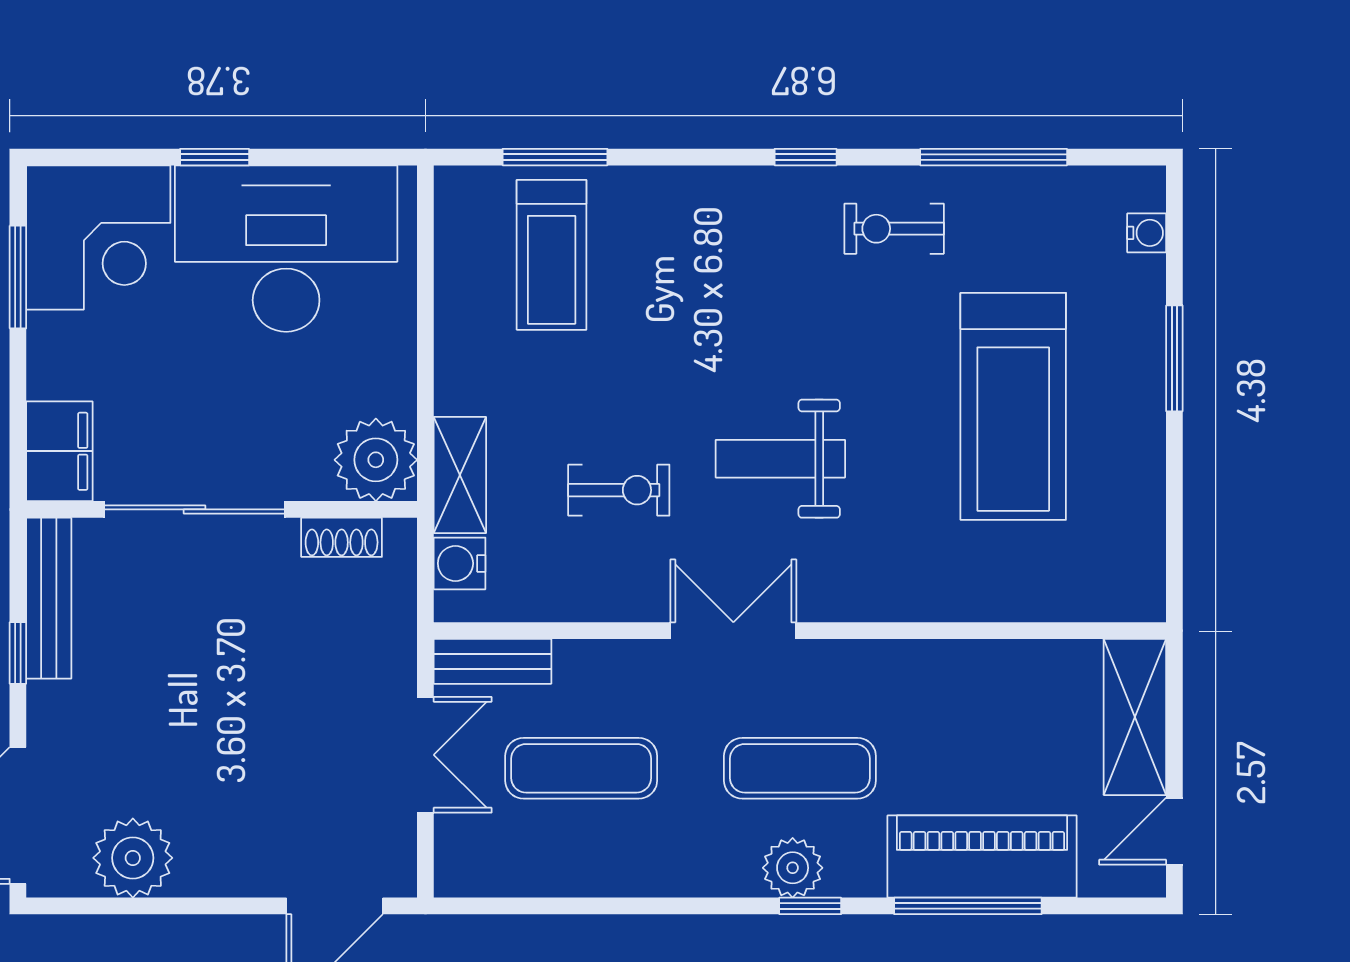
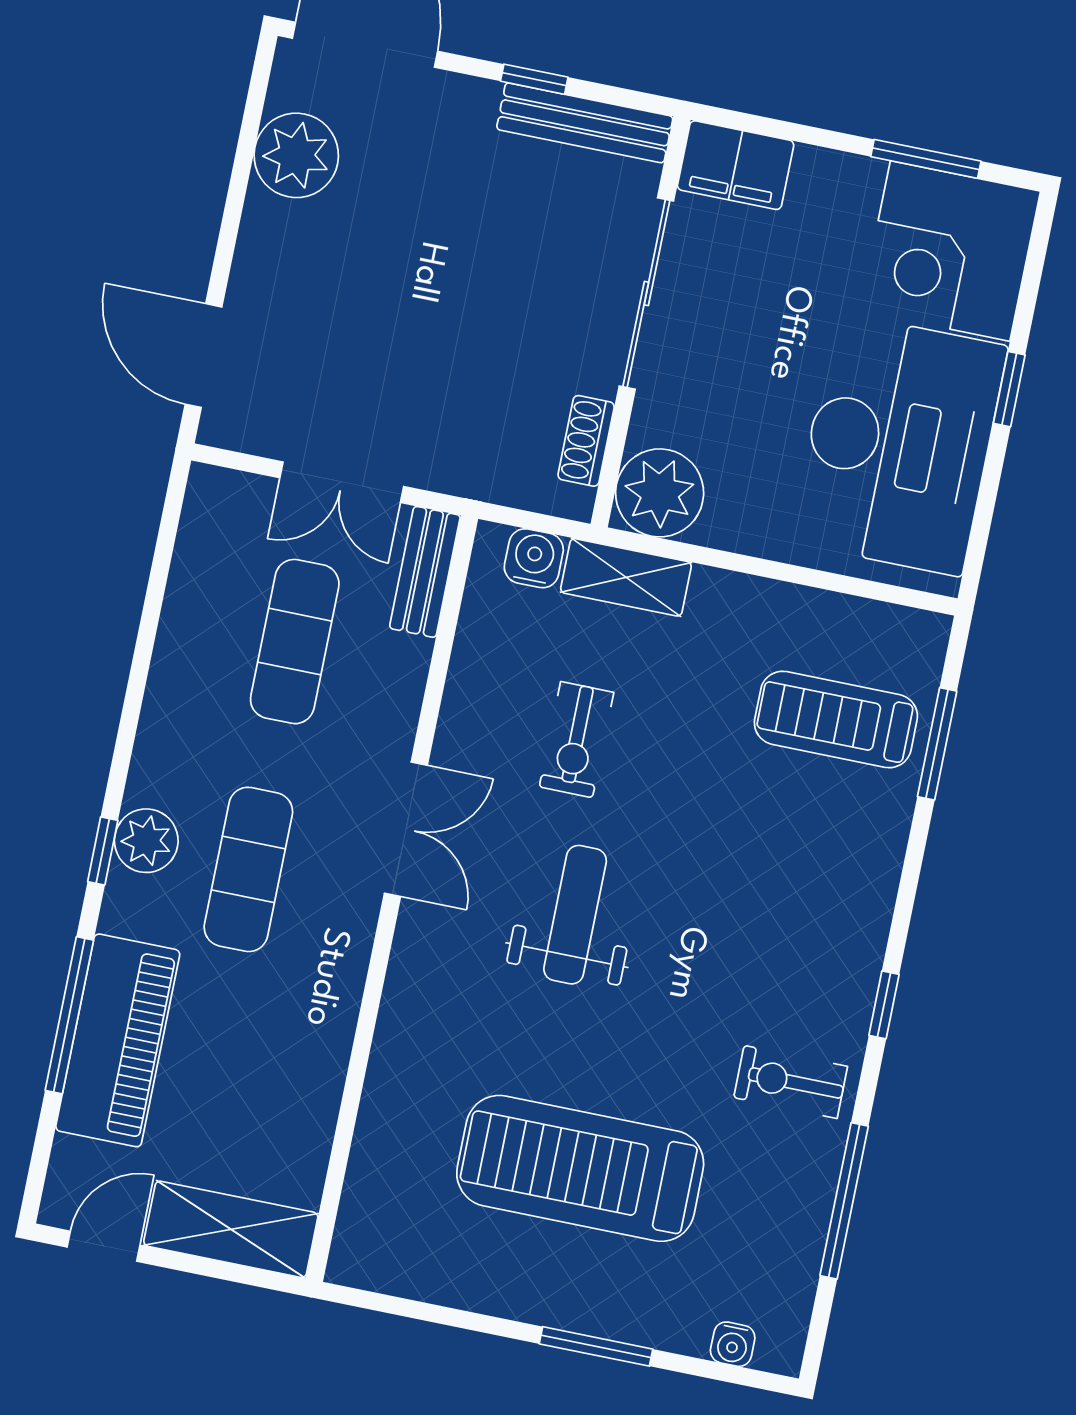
exercise bike: (894, 229) -> (791, 1082), turned -90
door: (1174, 831) -> (103, 1246), hinge flipped

